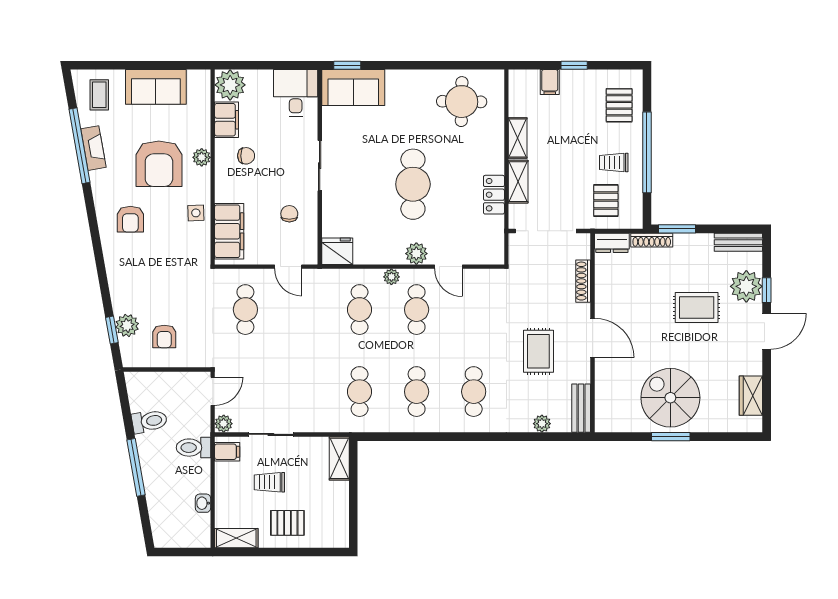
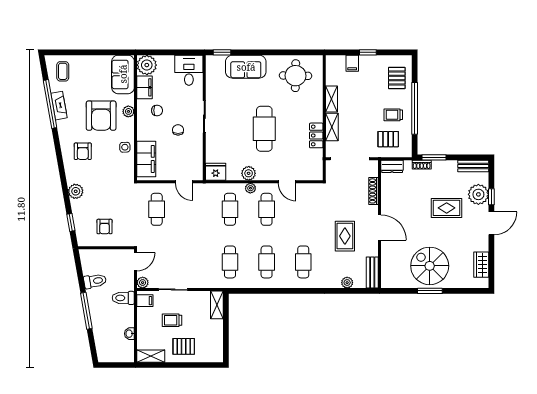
sofa: (156, 87) -> (123, 74), moved, turned 90
sofa: (353, 88) -> (246, 67), moved
pallet: (606, 200) -> (388, 139), turned 90
chair: (289, 214) -> (178, 130), moved
shoe rack: (652, 240) -> (422, 165), width x0.70
plant: (416, 254) -> (249, 173), moved
plant: (127, 325) -> (76, 191), moved

